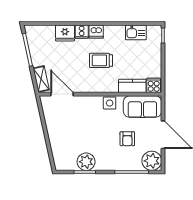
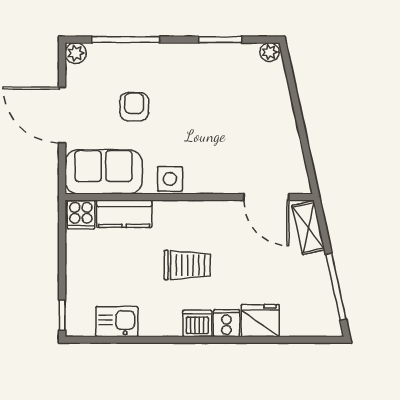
plant: (152, 161) -> (76, 53), width x0.53, depth x0.53
plant: (86, 162) -> (269, 52), moved, width x0.53, depth x0.53

